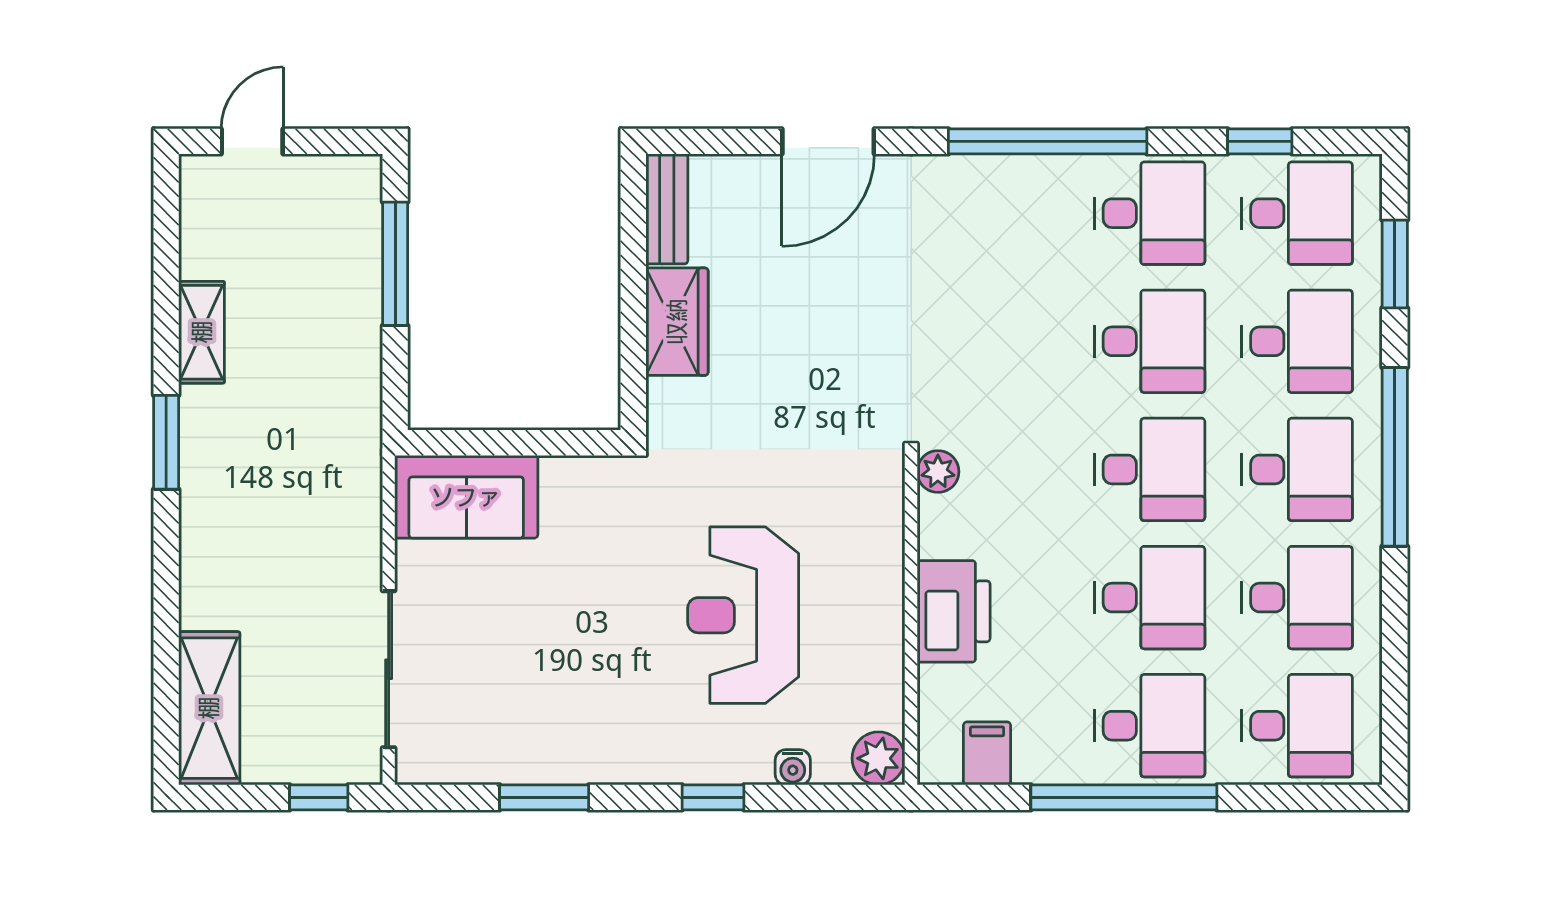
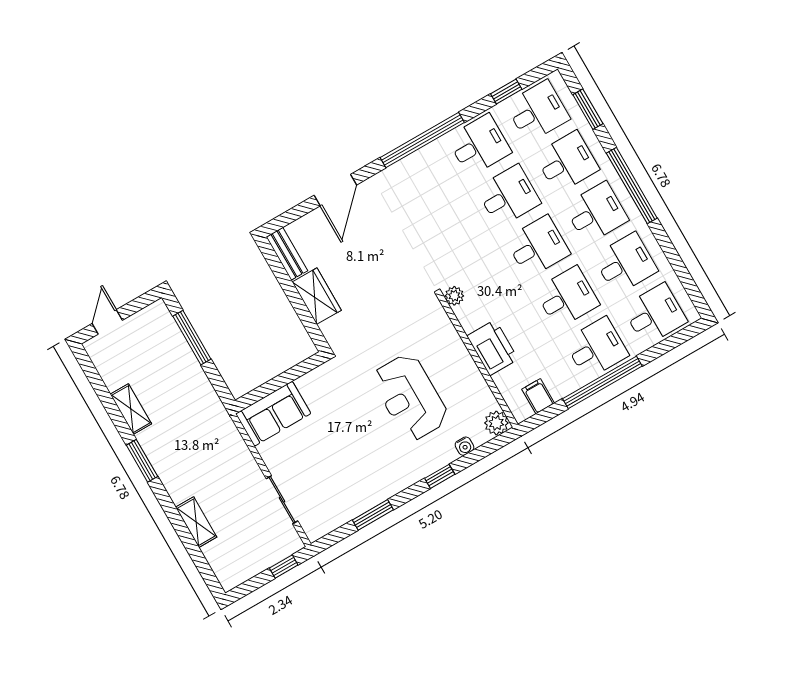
sliding door: (389, 669) -> (282, 500), width x0.73
shelving: (209, 708) -> (196, 522), moved, width x0.67, depth x0.75

